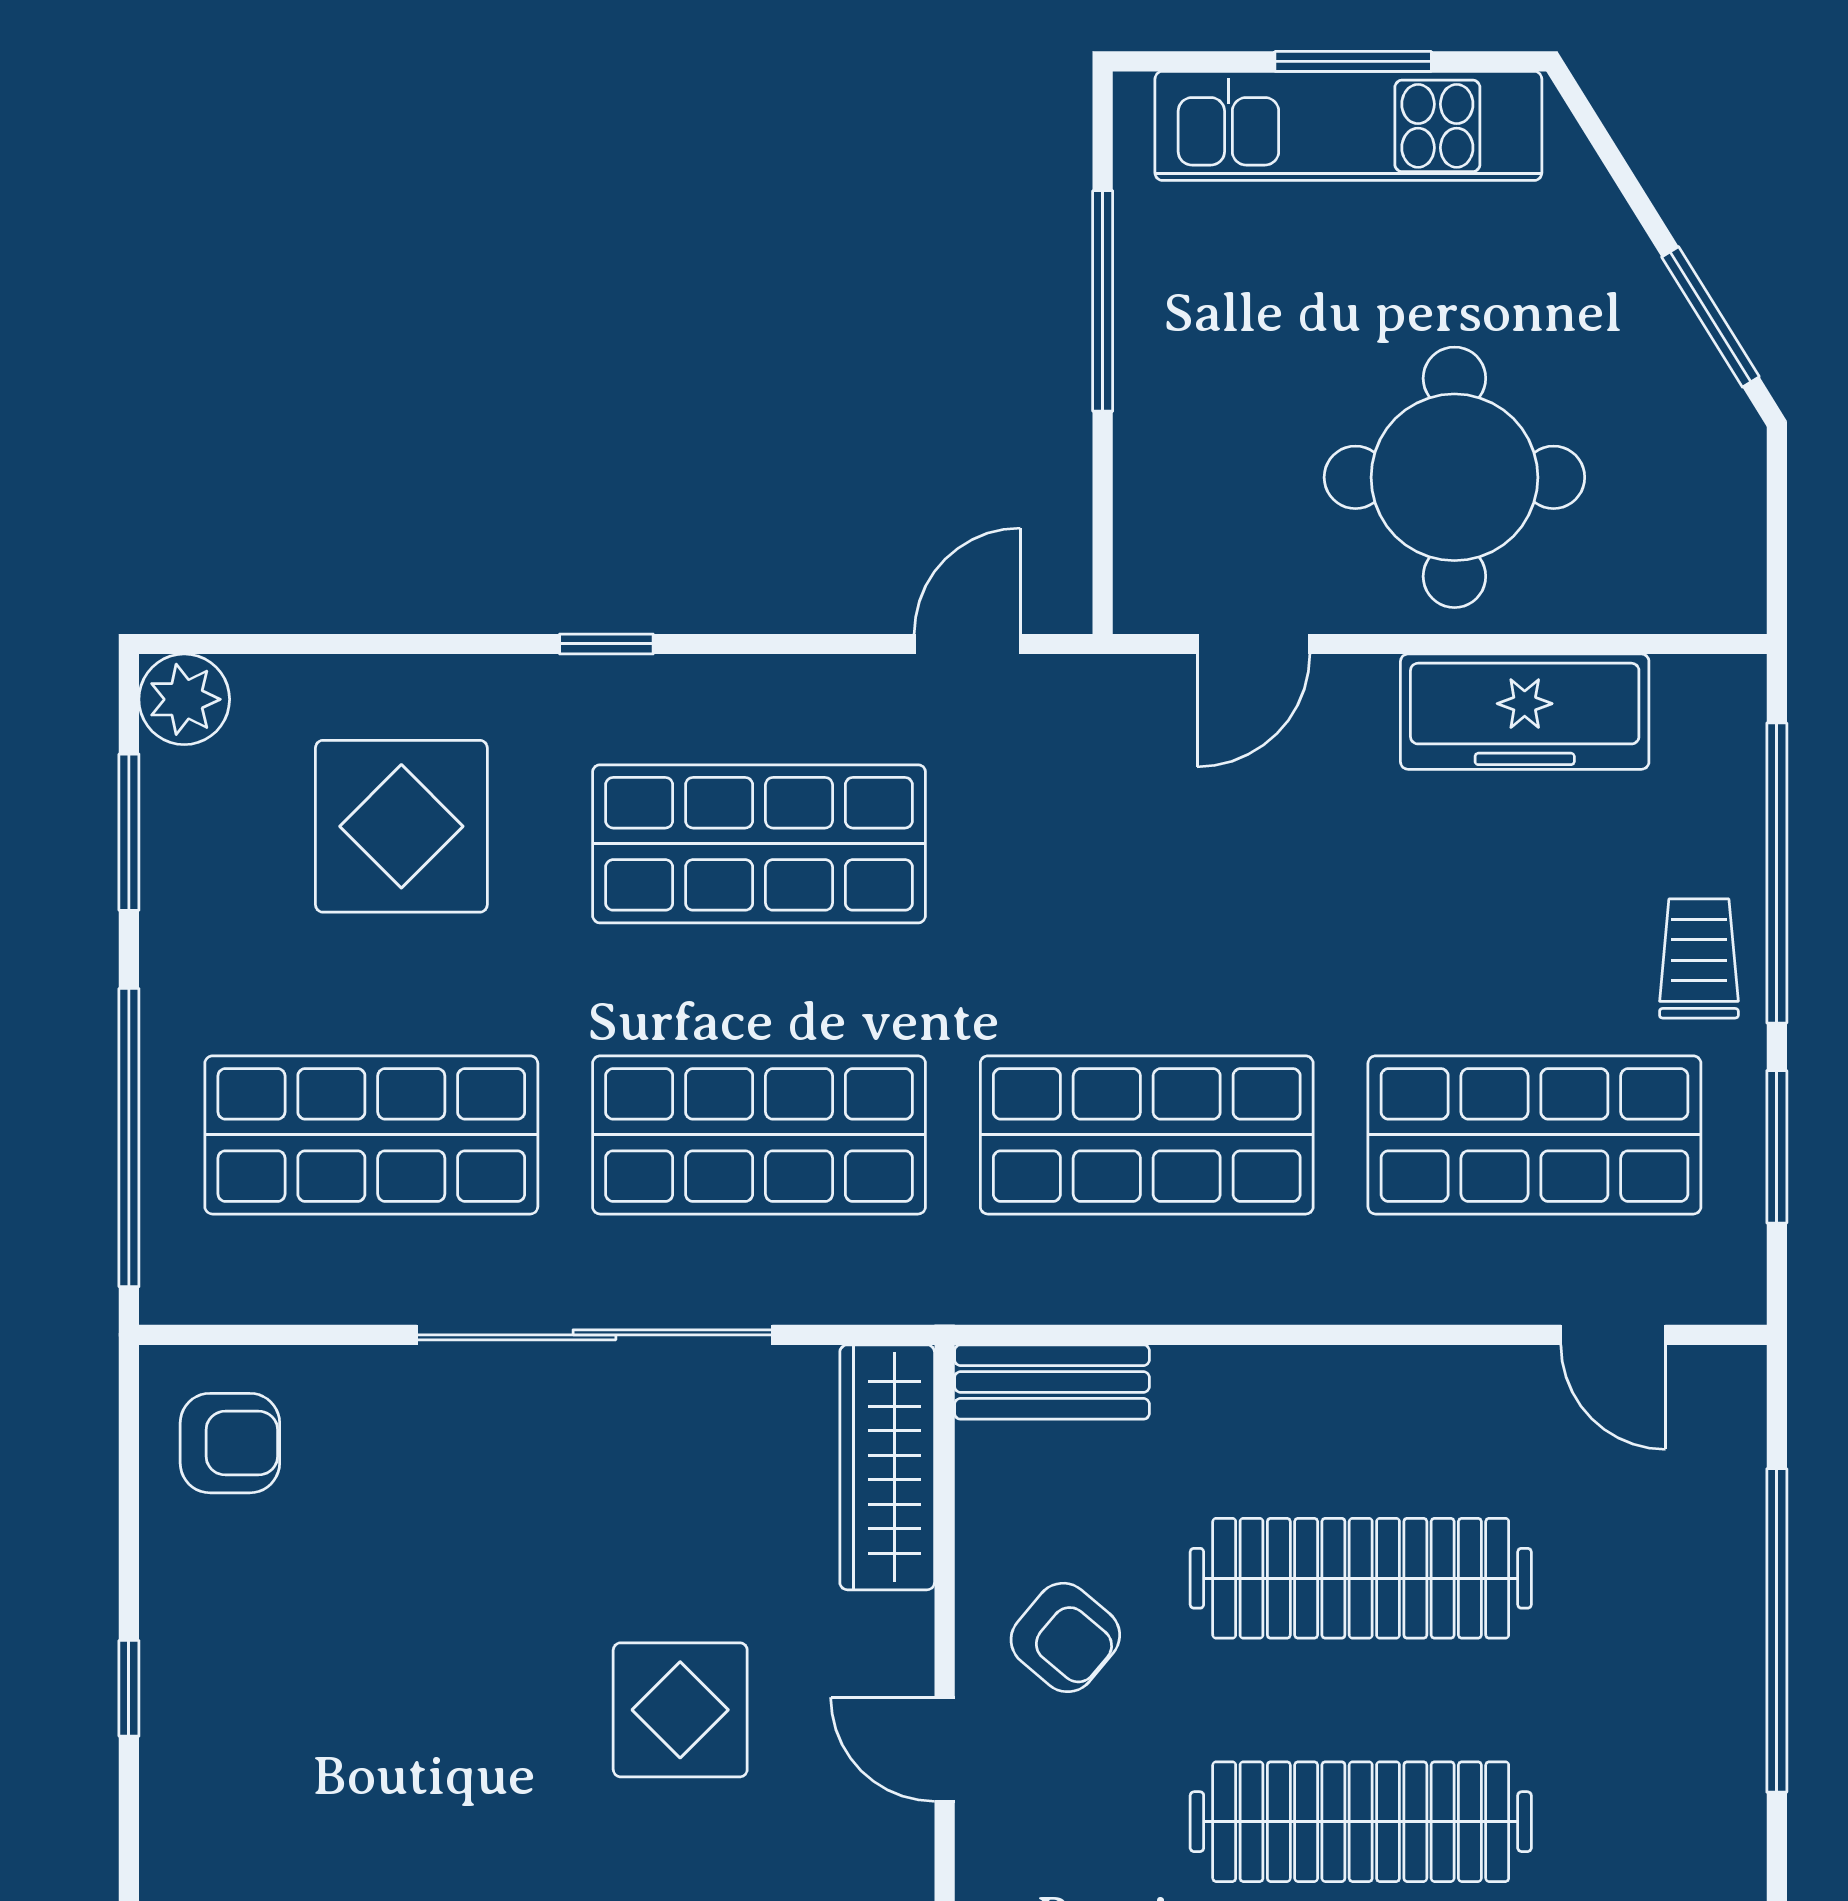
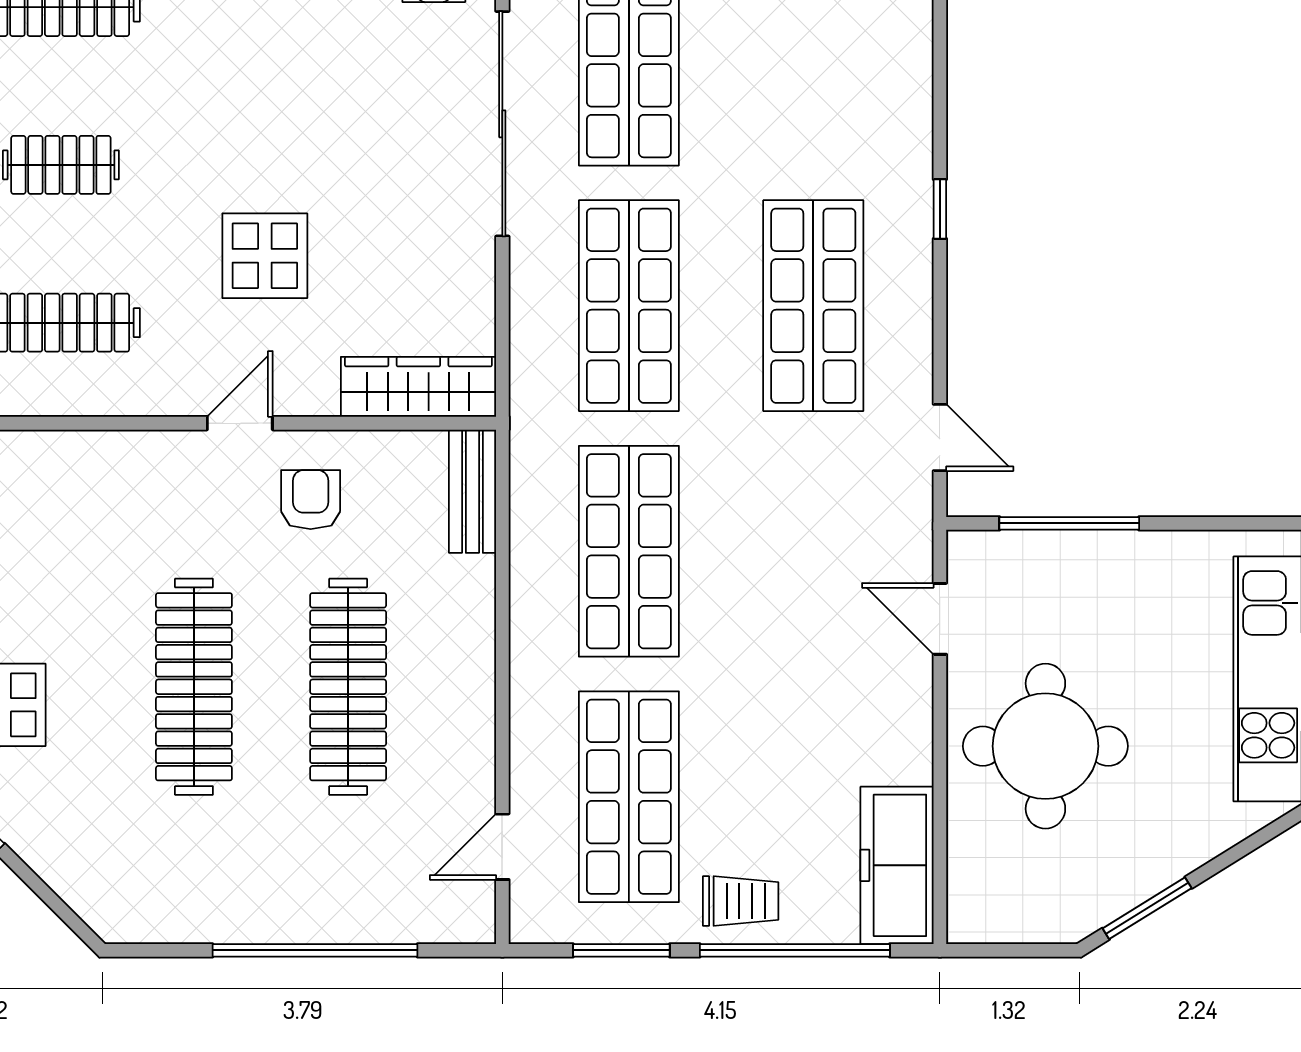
window: (1103, 301) -> (1069, 523), moved
freezer: (1525, 712) -> (897, 865), moved
display table: (401, 826) -> (824, 79), removed
sliding door: (594, 1335) -> (502, 124), moved
armchair: (1065, 1637) -> (311, 500), turned 140

